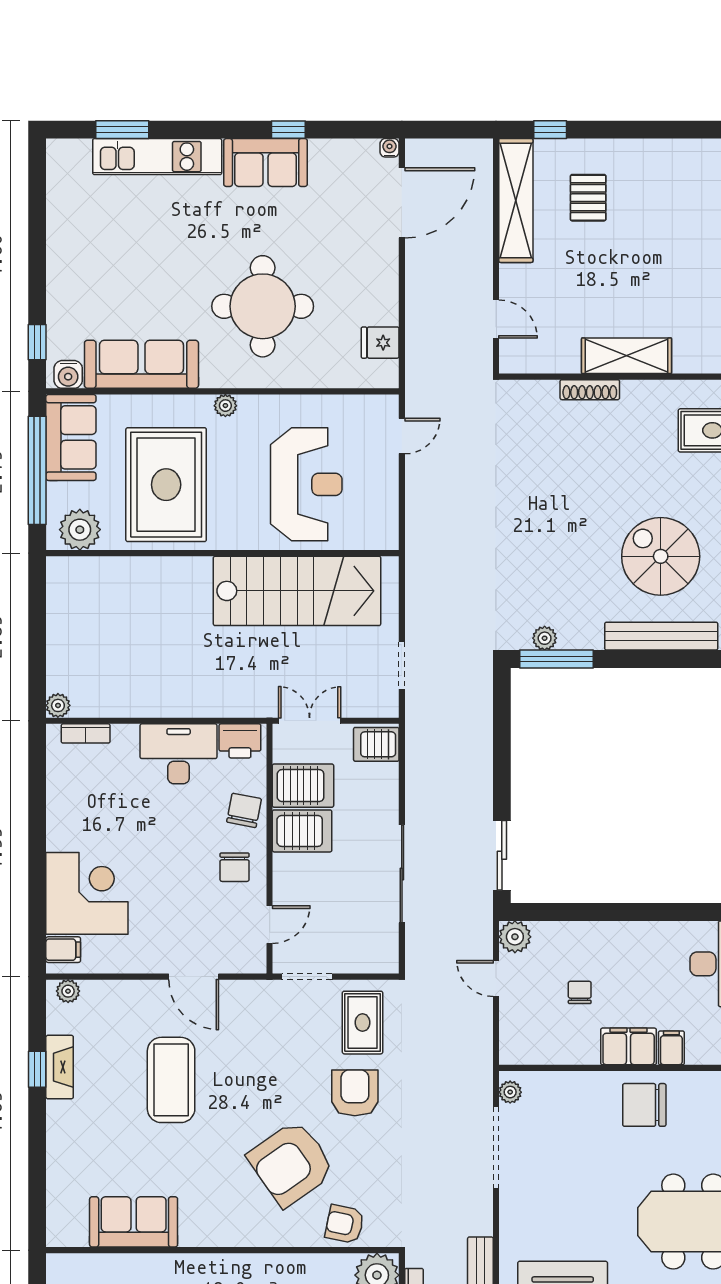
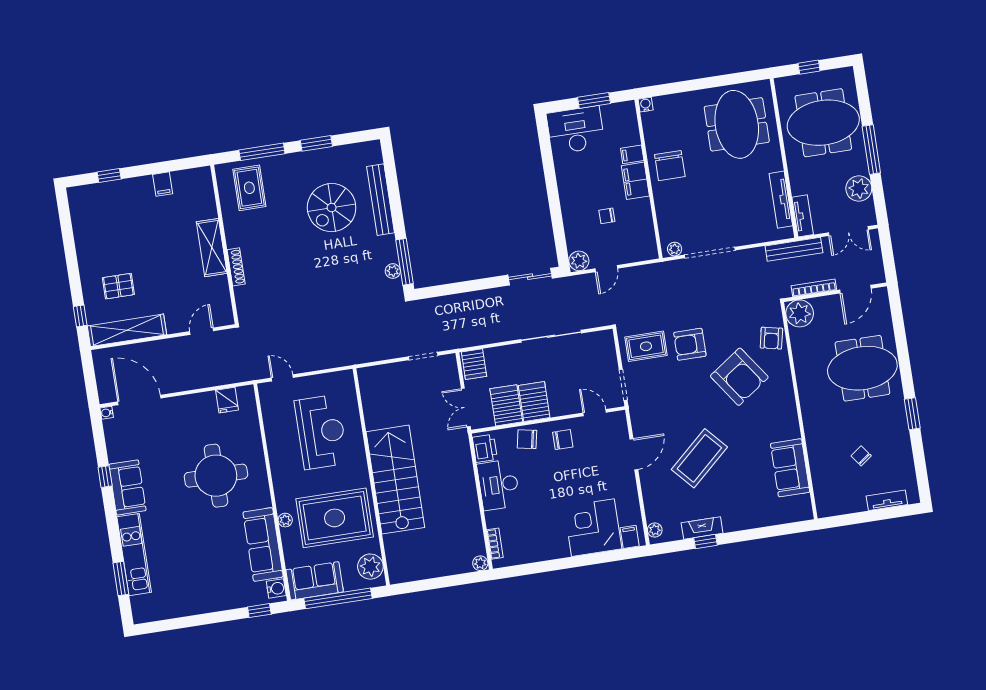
plant: (225, 406) -> (285, 520), moved
reception desk: (306, 484) -> (321, 432), turned 90
stairs: (297, 591) -> (395, 480), moved
coffee table: (171, 1080) -> (699, 458), turned -42

